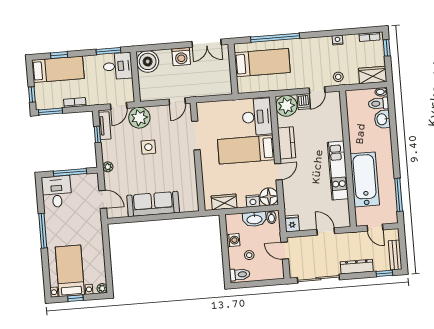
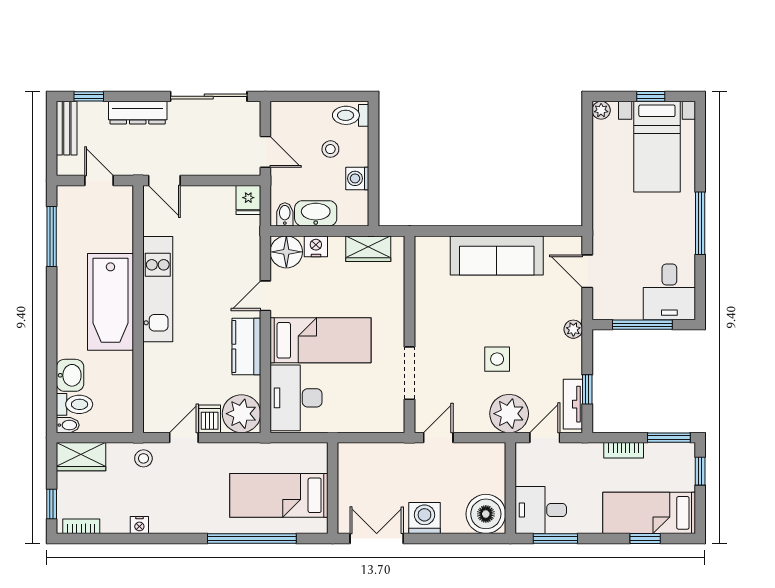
bathtub: (365, 179) -> (110, 302), moved
door: (326, 232) -> (164, 181), moved

